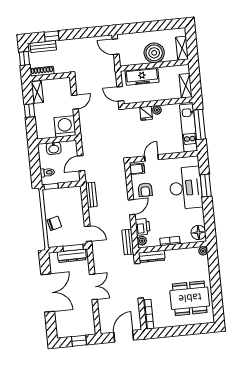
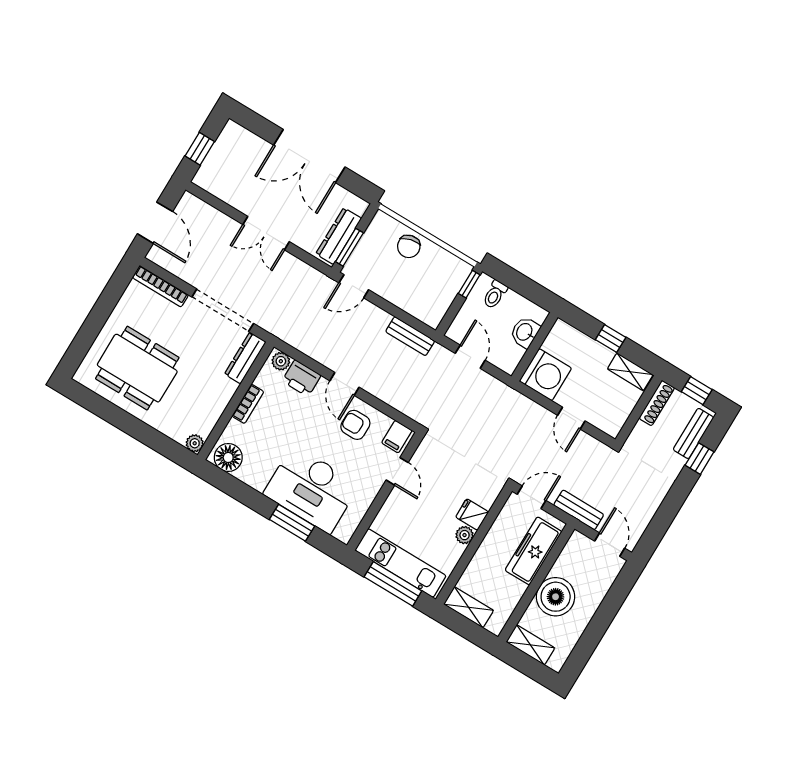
door: (116, 47) -> (610, 545), hinge flipped
bench: (128, 242) -> (579, 510), moved
dining table: (190, 298) -> (137, 368), turned 90

